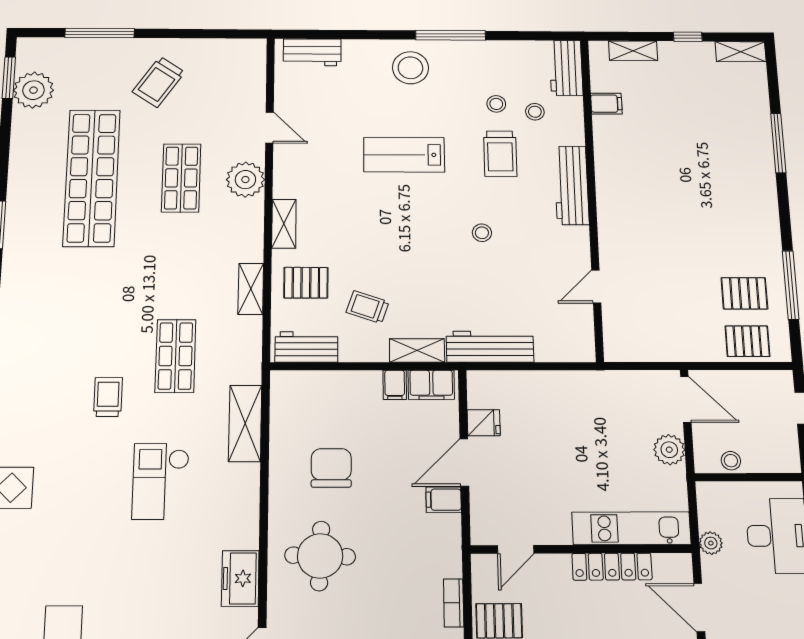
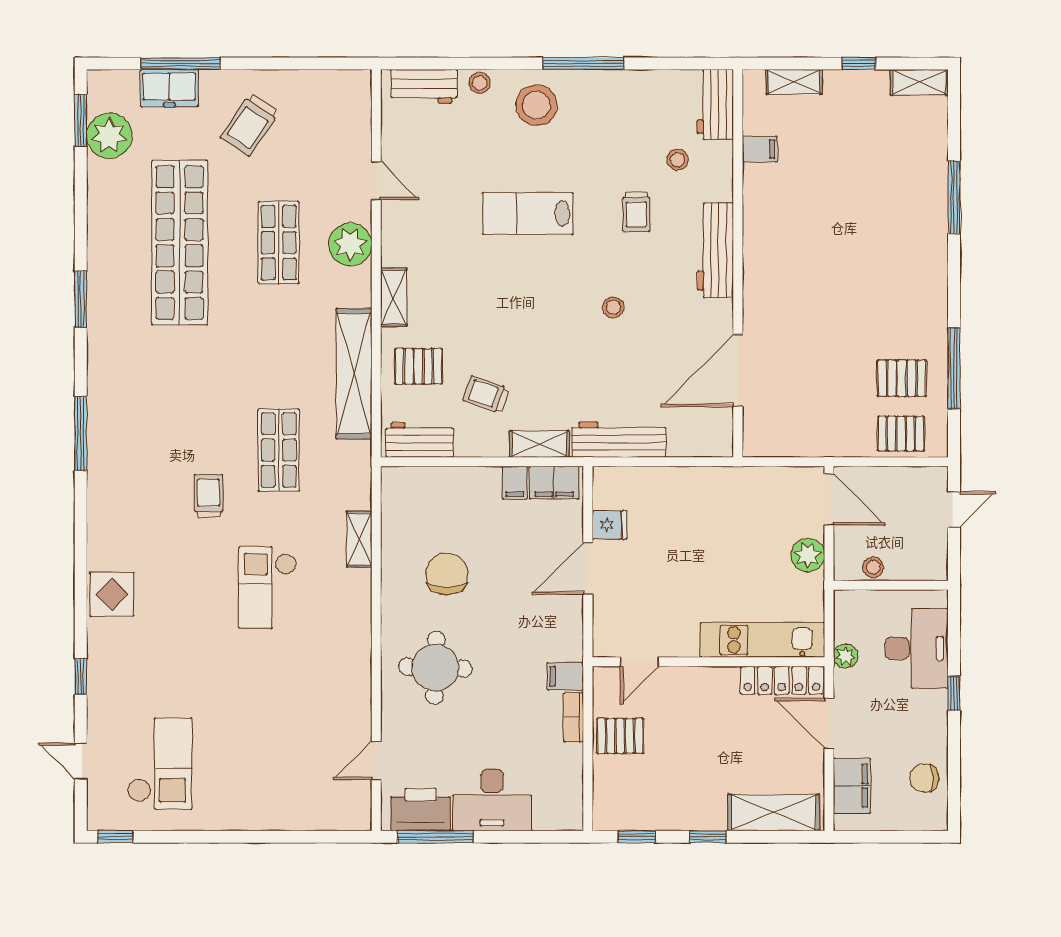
stool: (496, 104) -> (480, 83), moved
trolley: (500, 154) -> (636, 212), width x0.73, depth x0.72
door: (596, 287) -> (738, 371), width x1.88
shelving: (251, 289) -> (354, 374), width x2.20, depth x1.33
shelving: (245, 423) -> (359, 539), width x0.67, depth x0.75
filing cabinet: (444, 500) -> (565, 676), moved
locker: (612, 567) -> (782, 680), moved
freezer: (240, 578) -> (169, 88), moved, turned -90

